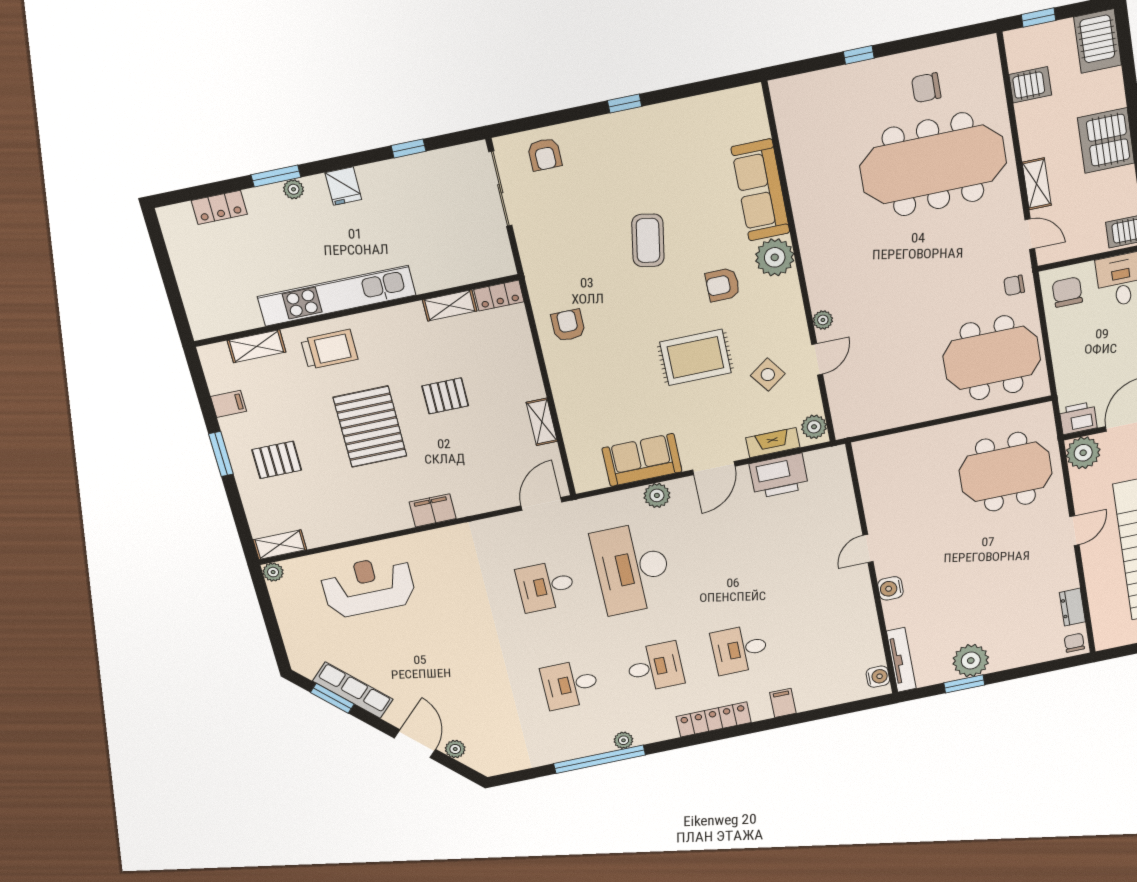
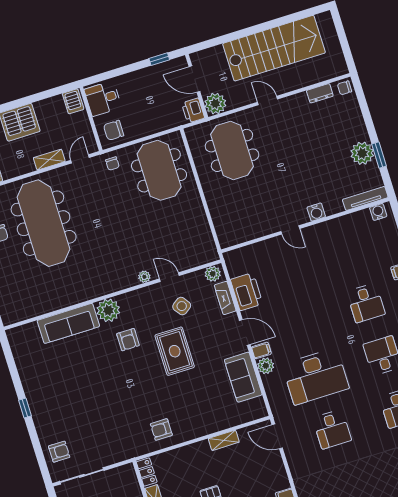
coffee table: (648, 240) -> (105, 387), removed
filing cabinet: (682, 491) -> (261, 350), added

